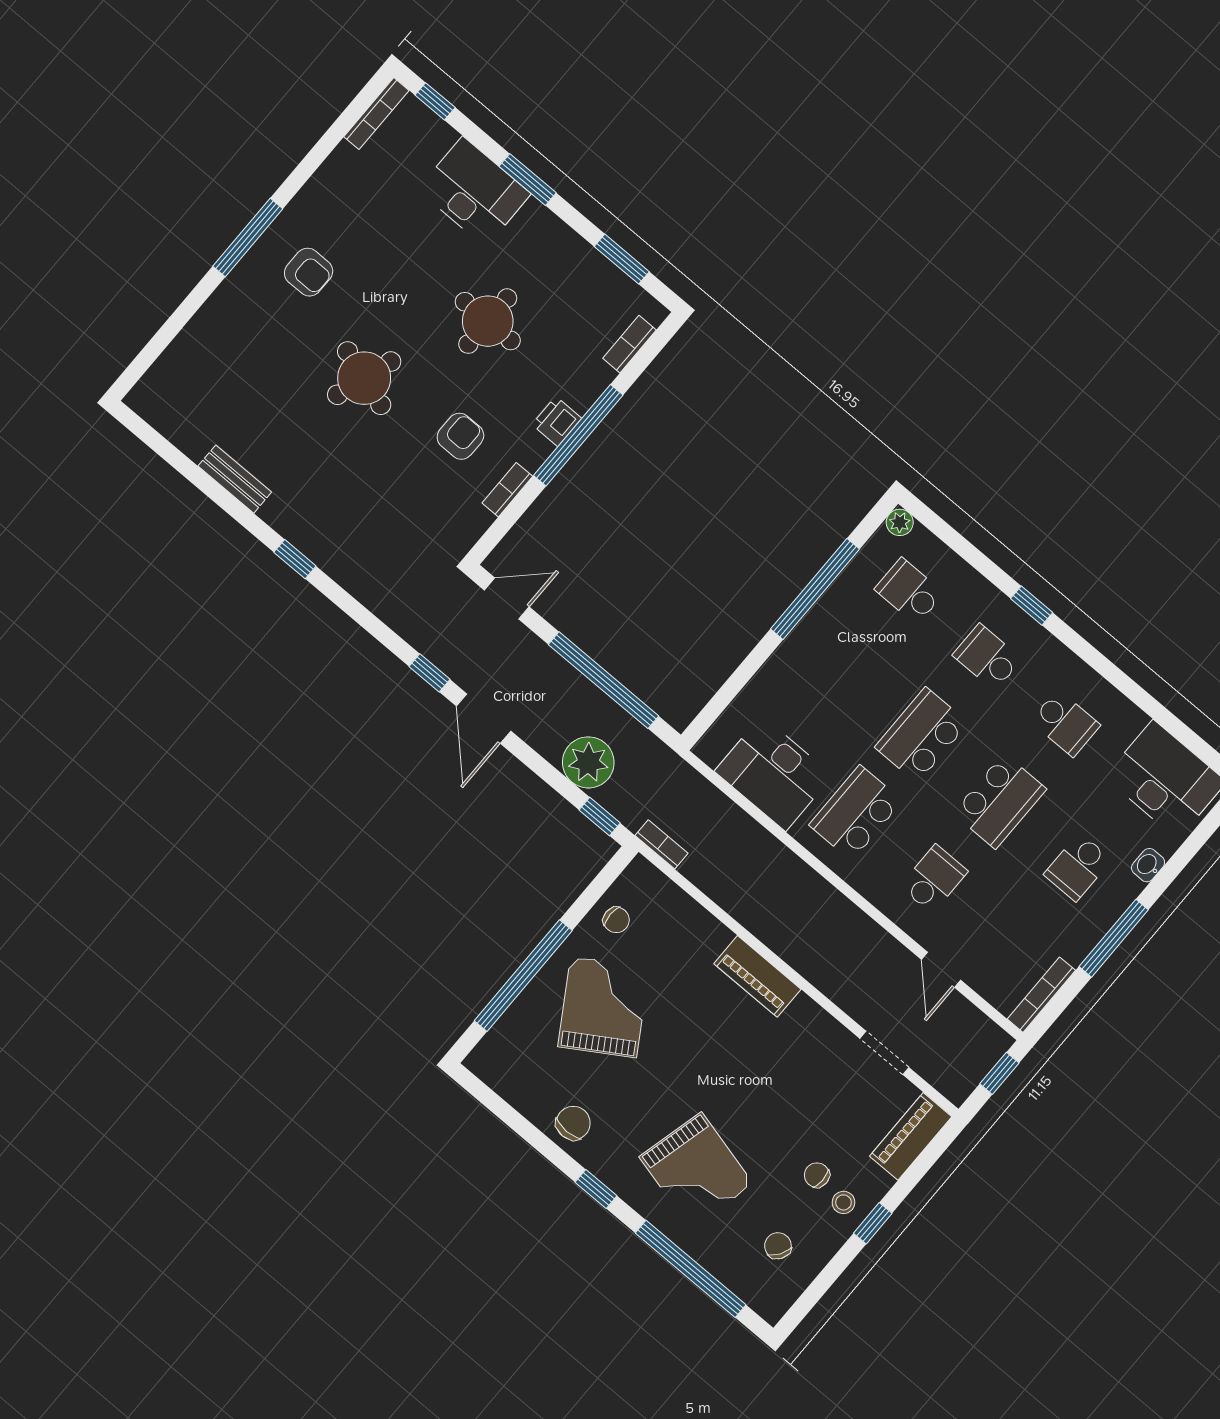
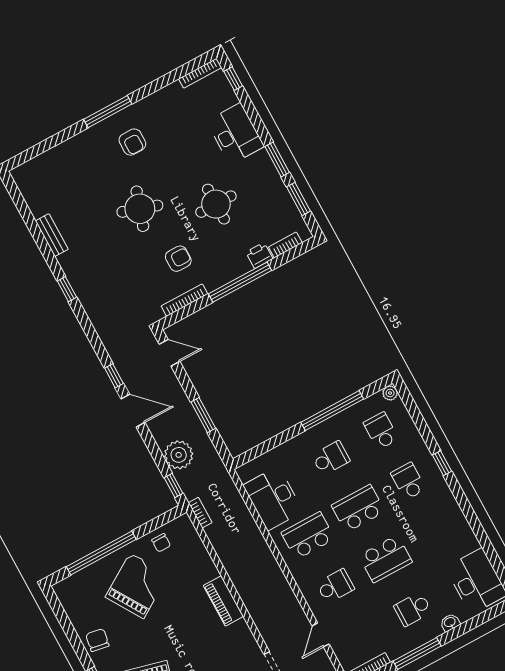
window: (528, 180) -> (277, 160), moved
printer: (557, 421) -> (259, 255), moved
bookcase: (507, 490) -> (184, 300), width x1.56
window: (603, 680) -> (203, 415), width x0.47
door: (484, 719) -> (133, 411), swing flipped
school desk: (1065, 723) -> (331, 458), moved, turned -90
chair: (573, 1123) -> (97, 640), turned -80

